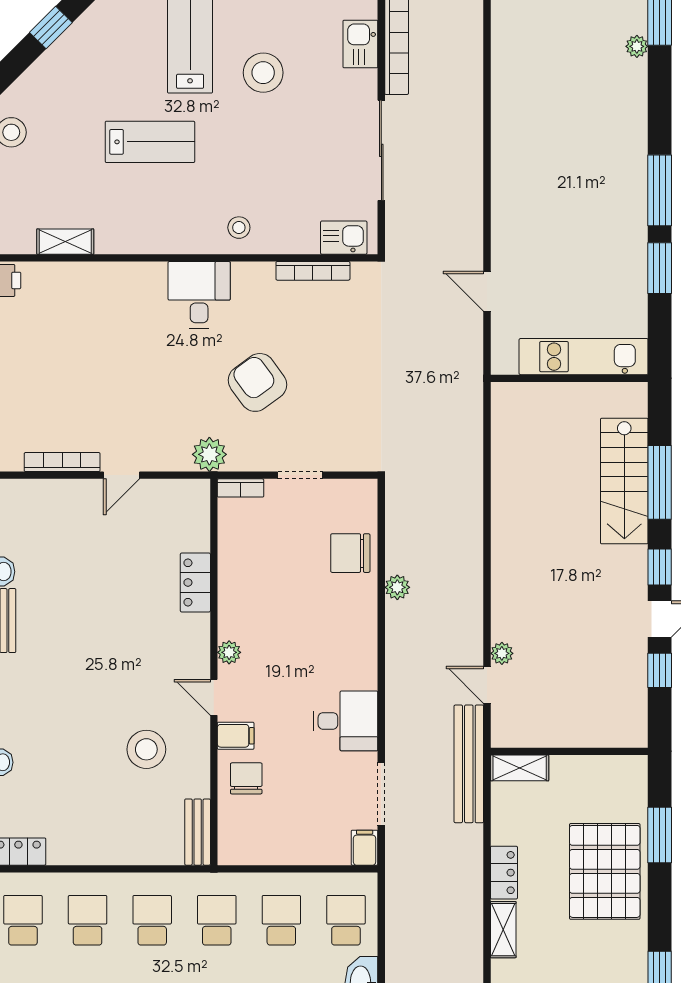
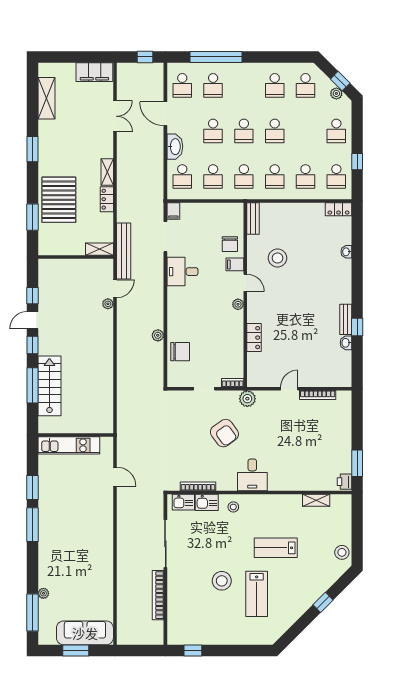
kitchen sink: (360, 44) -> (207, 502), moved, turned 90
door: (487, 685) -> (115, 289), hinge flipped

